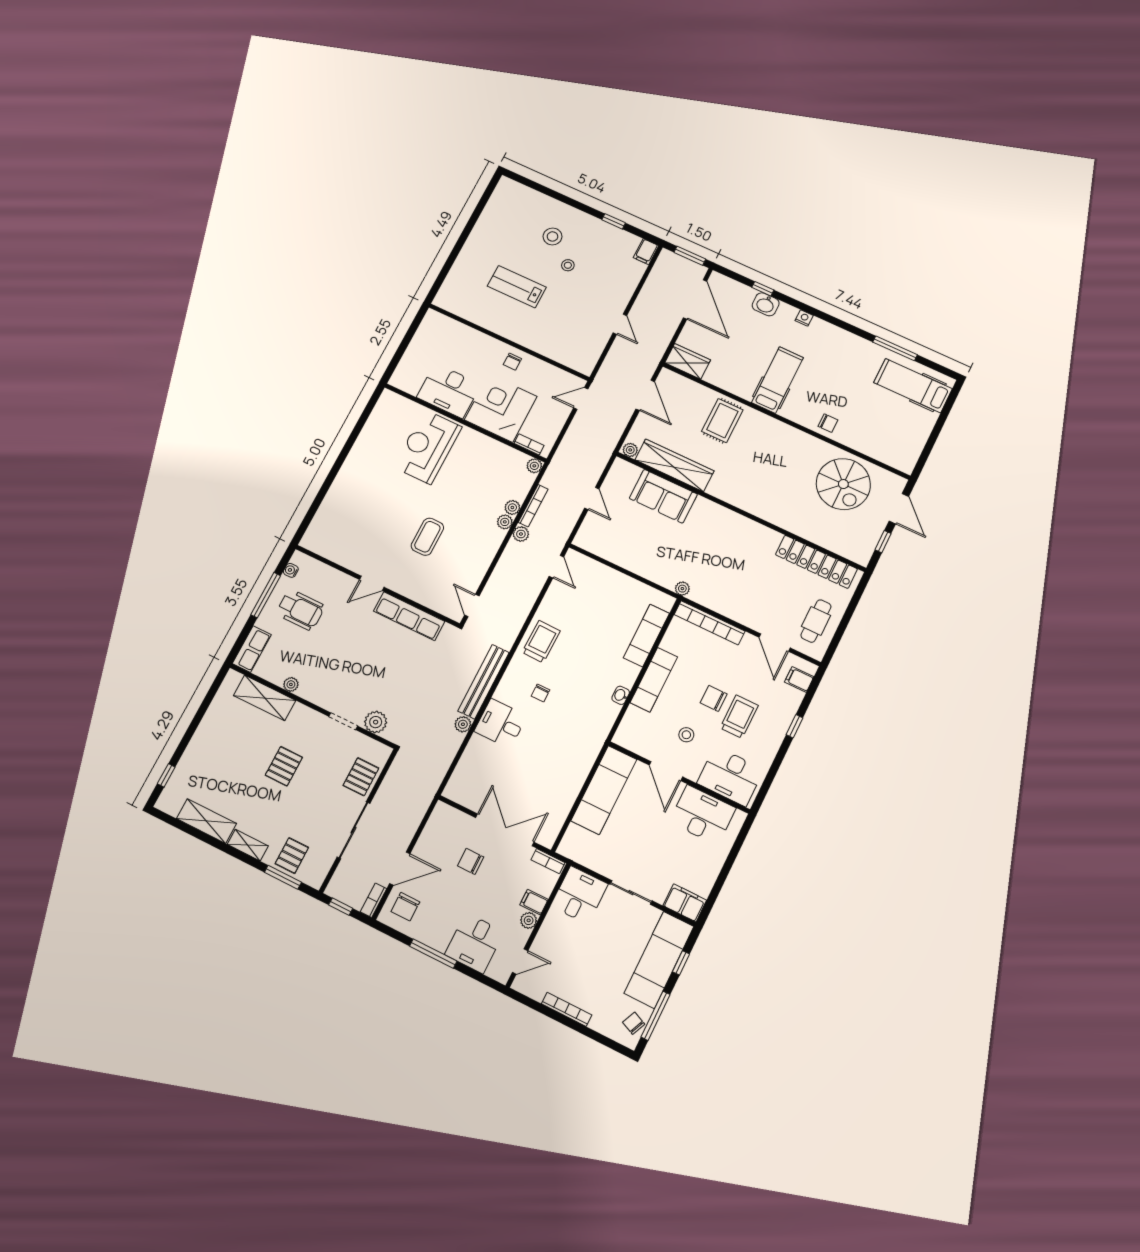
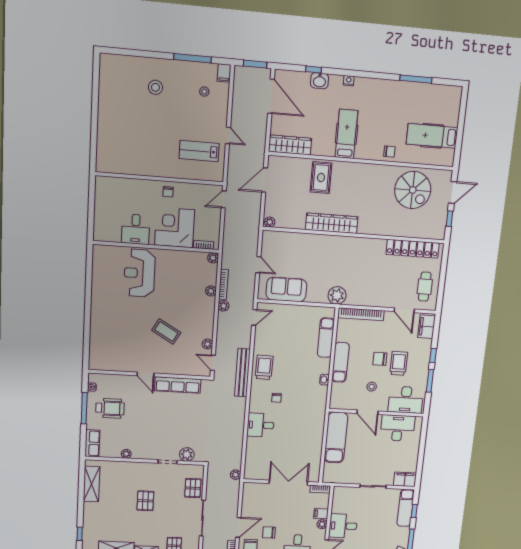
window: (614, 221) -> (193, 58), width x2.17
stool: (568, 265) -> (204, 92), moved
lab bench: (517, 287) -> (199, 151), moved
wardrobe: (688, 361) -> (290, 145), width x1.50
hospital bed: (913, 386) -> (432, 136), moved
desk: (449, 391) -> (136, 229), width x0.73
door: (645, 395) -> (265, 180), swing flipped
wardrobe: (674, 465) -> (332, 223), moved
sofa: (663, 496) -> (286, 289), moved, turned 180
door: (899, 509) -> (453, 192), hinge flipped
plant: (505, 522) -> (207, 344), moved
coffee table: (427, 537) -> (166, 331), turned -60
door: (556, 567) -> (254, 317), hinge flipped
door: (372, 583) -> (146, 374), hinge flipped
plant: (682, 589) -> (337, 295), width x1.88, depth x1.88
filing cabinet: (799, 679) -> (426, 327), width x2.00
bench: (484, 682) -> (242, 373), moved
shelving: (265, 698) -> (92, 484), moved, turned 90
plant: (463, 724) -> (236, 475), moved
window: (777, 762) -> (430, 381), added
chair: (471, 861) -> (269, 532), moved
desk: (579, 895) -> (343, 526), moved, turned -90
exam couch: (659, 960) -> (406, 508), width x0.73, depth x0.69

